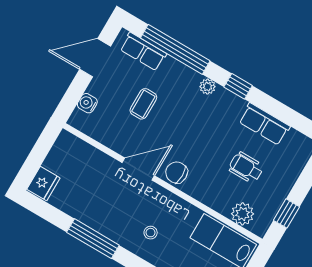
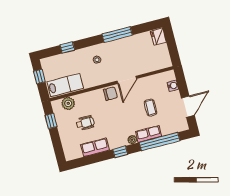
row of seats: (143, 51) -> (149, 134), moved

